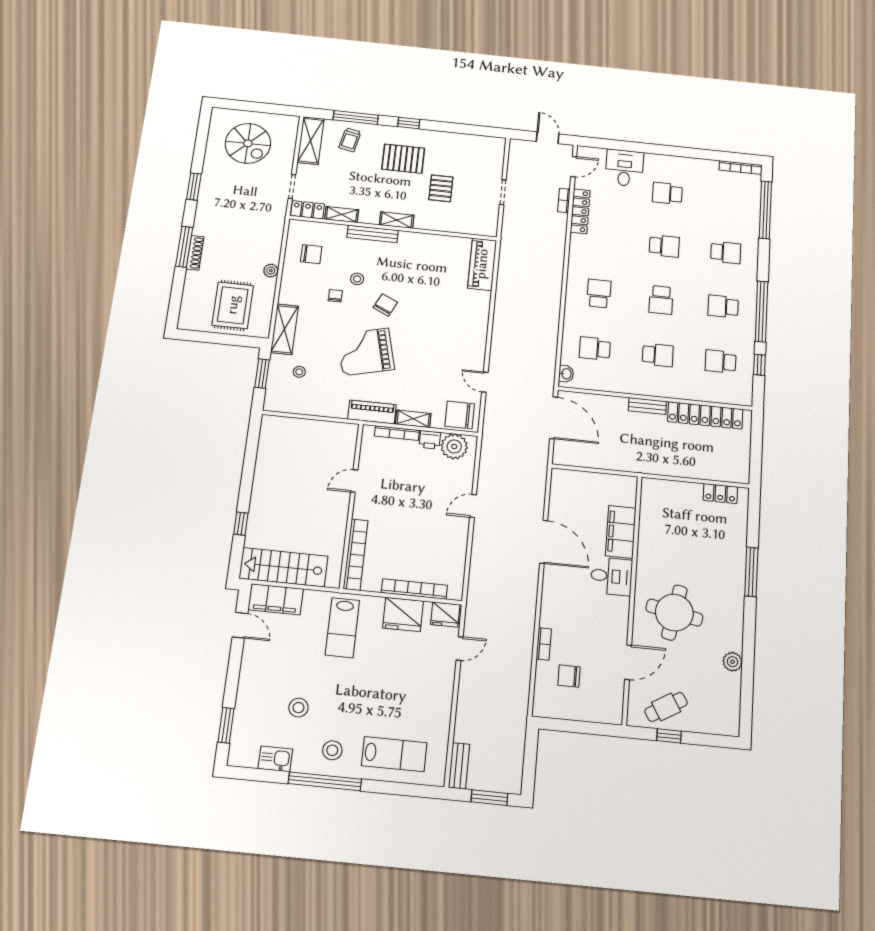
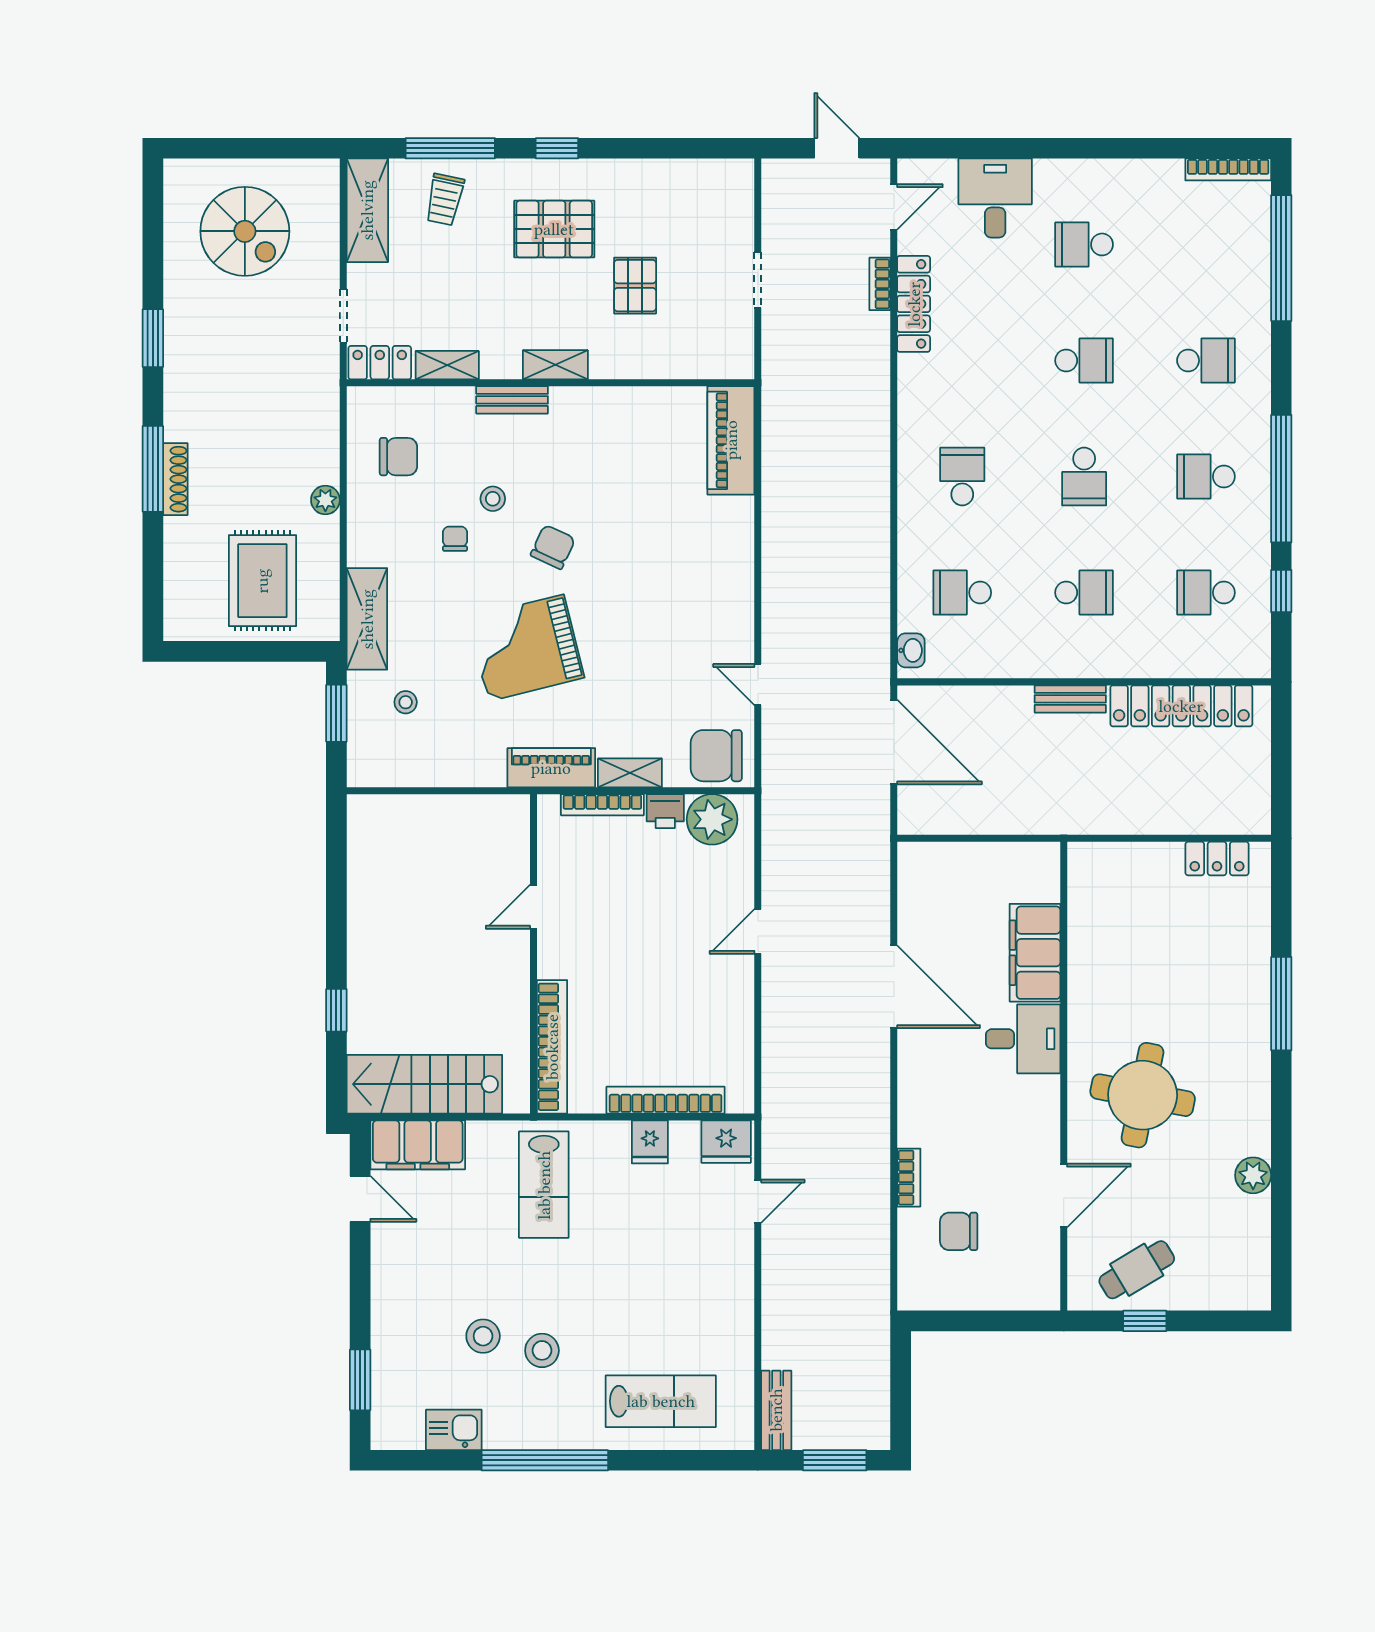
bench: (373, 234) -> (512, 400), width x0.73
fridge: (403, 614) -> (650, 1142), width x0.53, depth x0.75
stool: (332, 750) -> (542, 1350), moved

